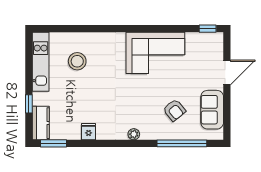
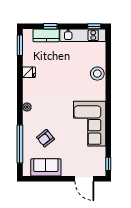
window: (29, 47) -> (94, 26), added
stool: (77, 61) -> (97, 74), moved
door: (227, 73) -> (84, 179), moved
kitchen counter: (41, 123) -> (46, 35), moved

